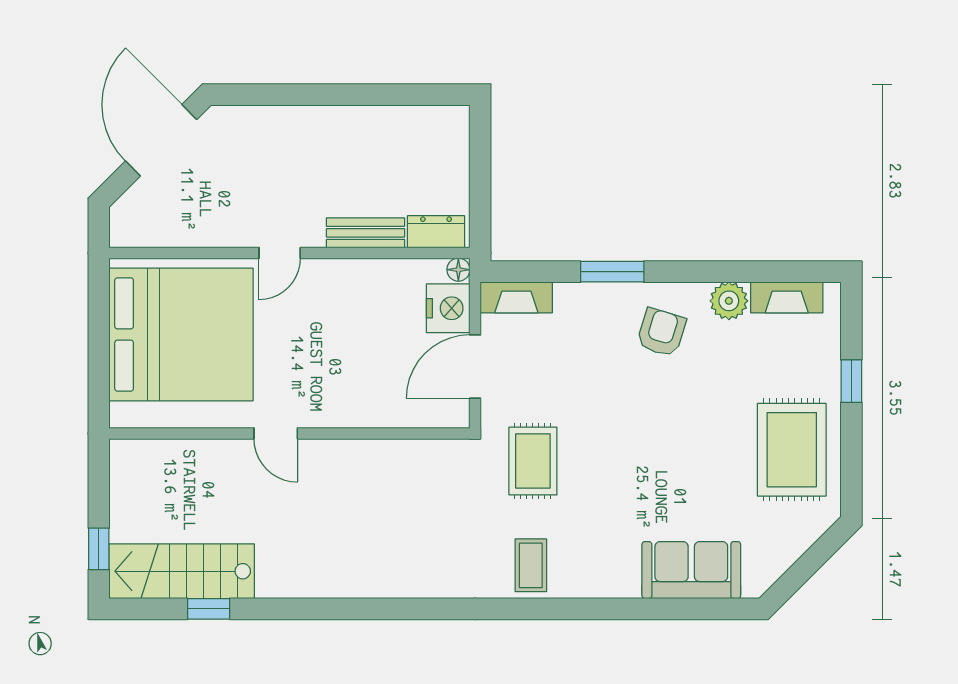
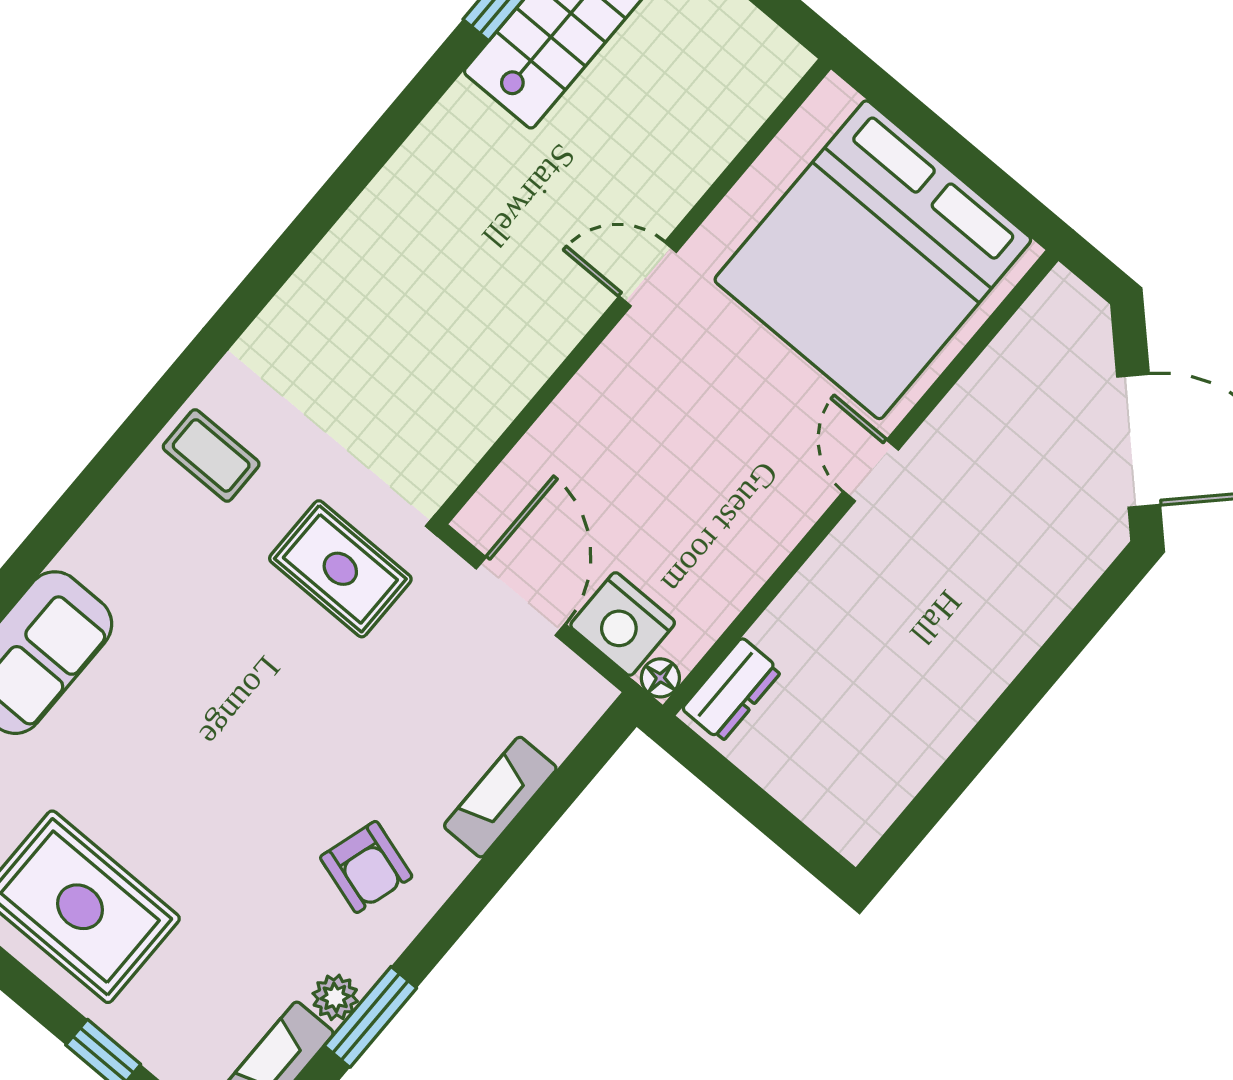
bench: (366, 233) -> (805, 600), removed
window: (612, 272) -> (370, 1017), moved
fireplace: (516, 297) -> (500, 797), moved
plant: (729, 301) -> (335, 997), width x0.73, depth x0.73

